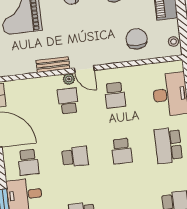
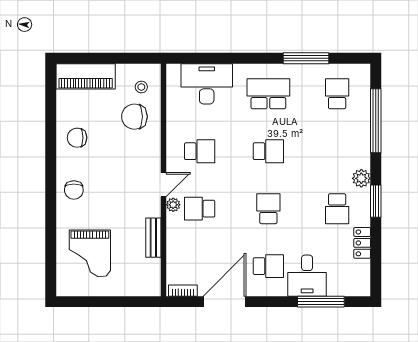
stool: (173, 42) -> (141, 87), moved
bench: (53, 65) -> (153, 238), moved
school desk: (168, 145) -> (268, 94), turned 180

